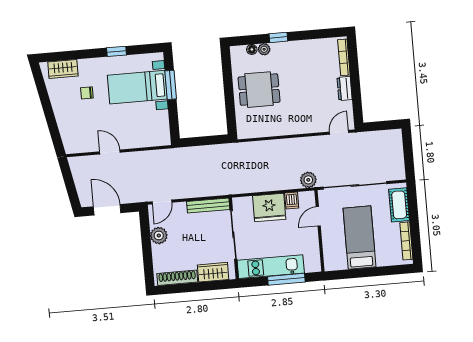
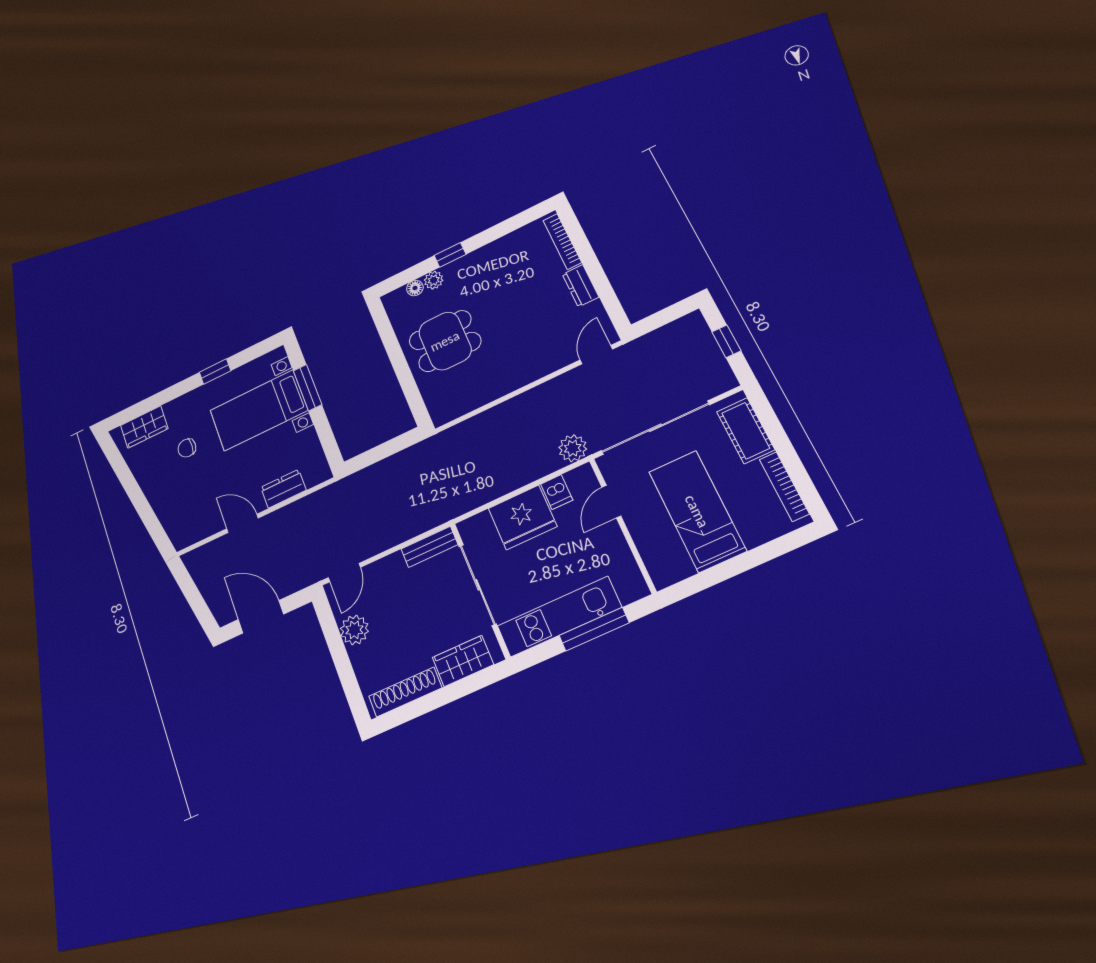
dresser: (140, 141) -> (283, 489), added
window: (408, 153) -> (726, 341), added
bench: (208, 205) -> (429, 547), width x0.73

